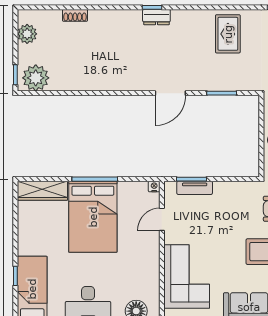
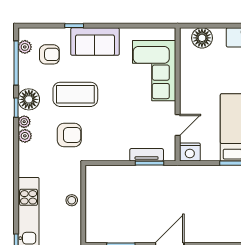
nightstand: (154, 187) -> (190, 152), width x1.89, depth x1.79

